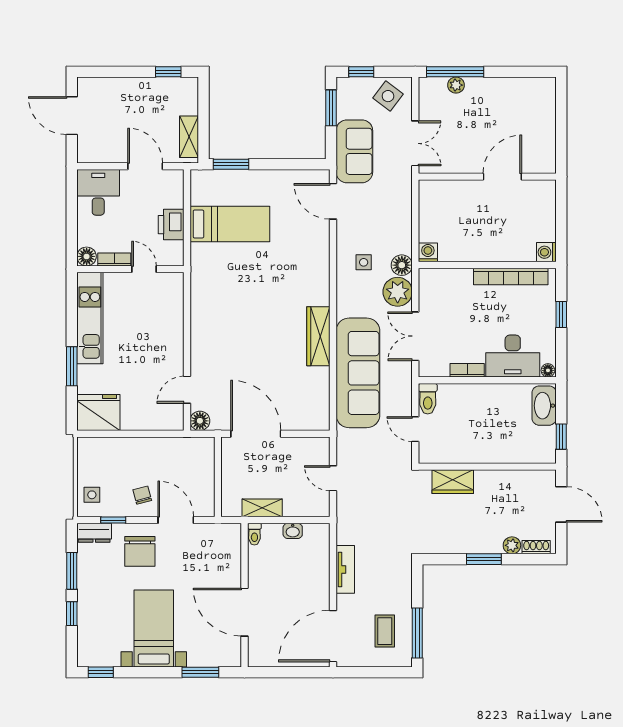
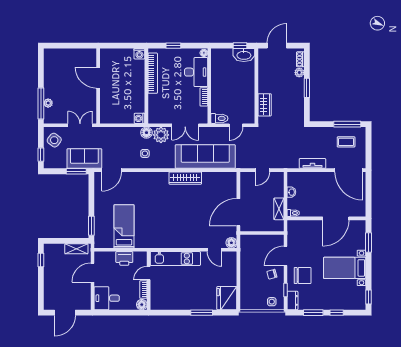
window: (331, 108) -> (76, 171), moved
kitchen unit: (90, 318) -> (175, 259), moved, turned 180
washbasin: (544, 406) -> (244, 55), moved

